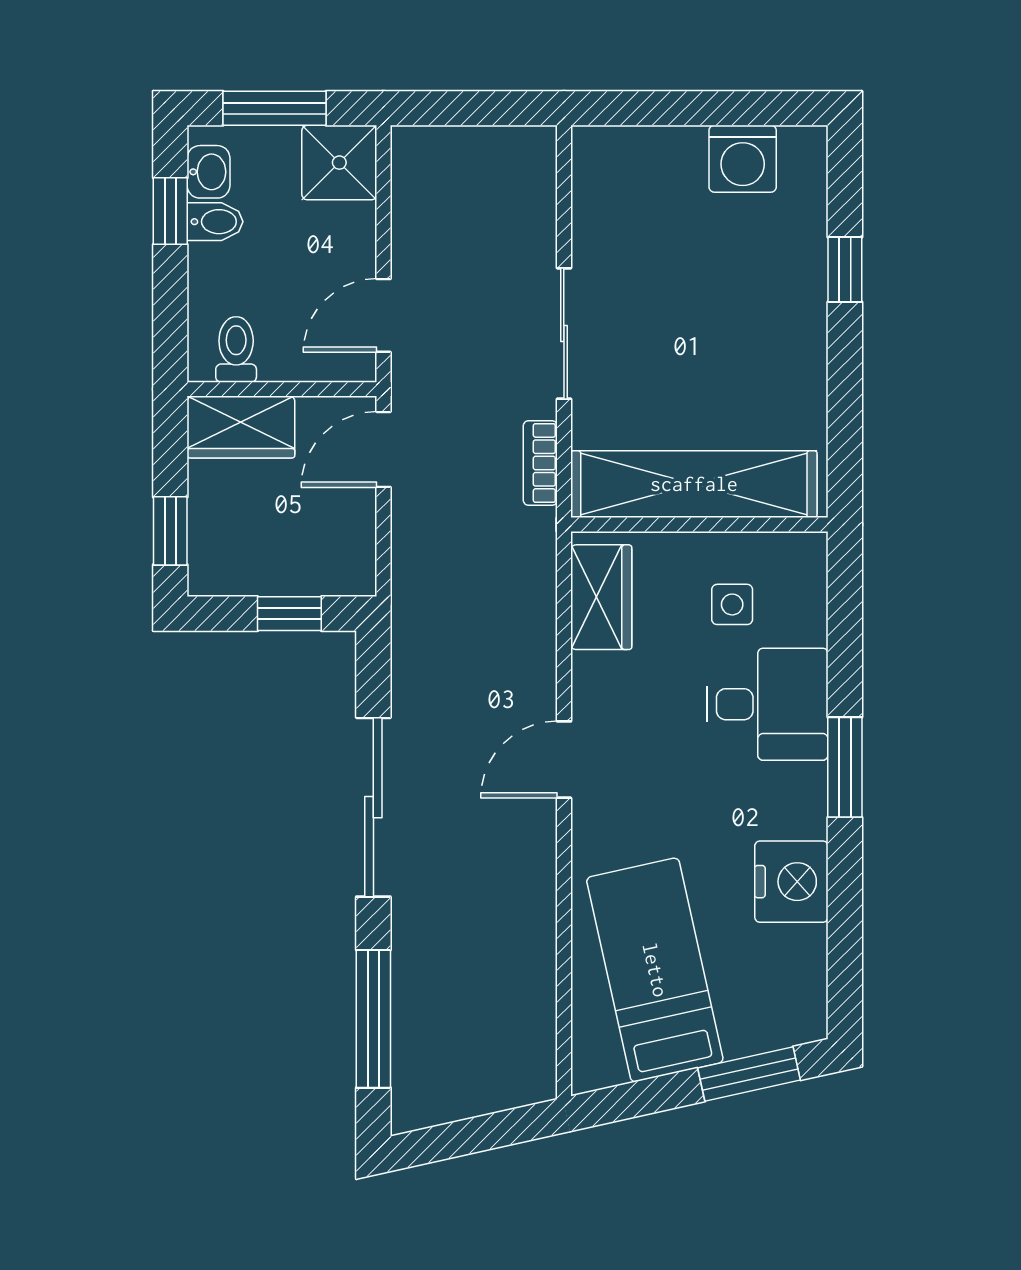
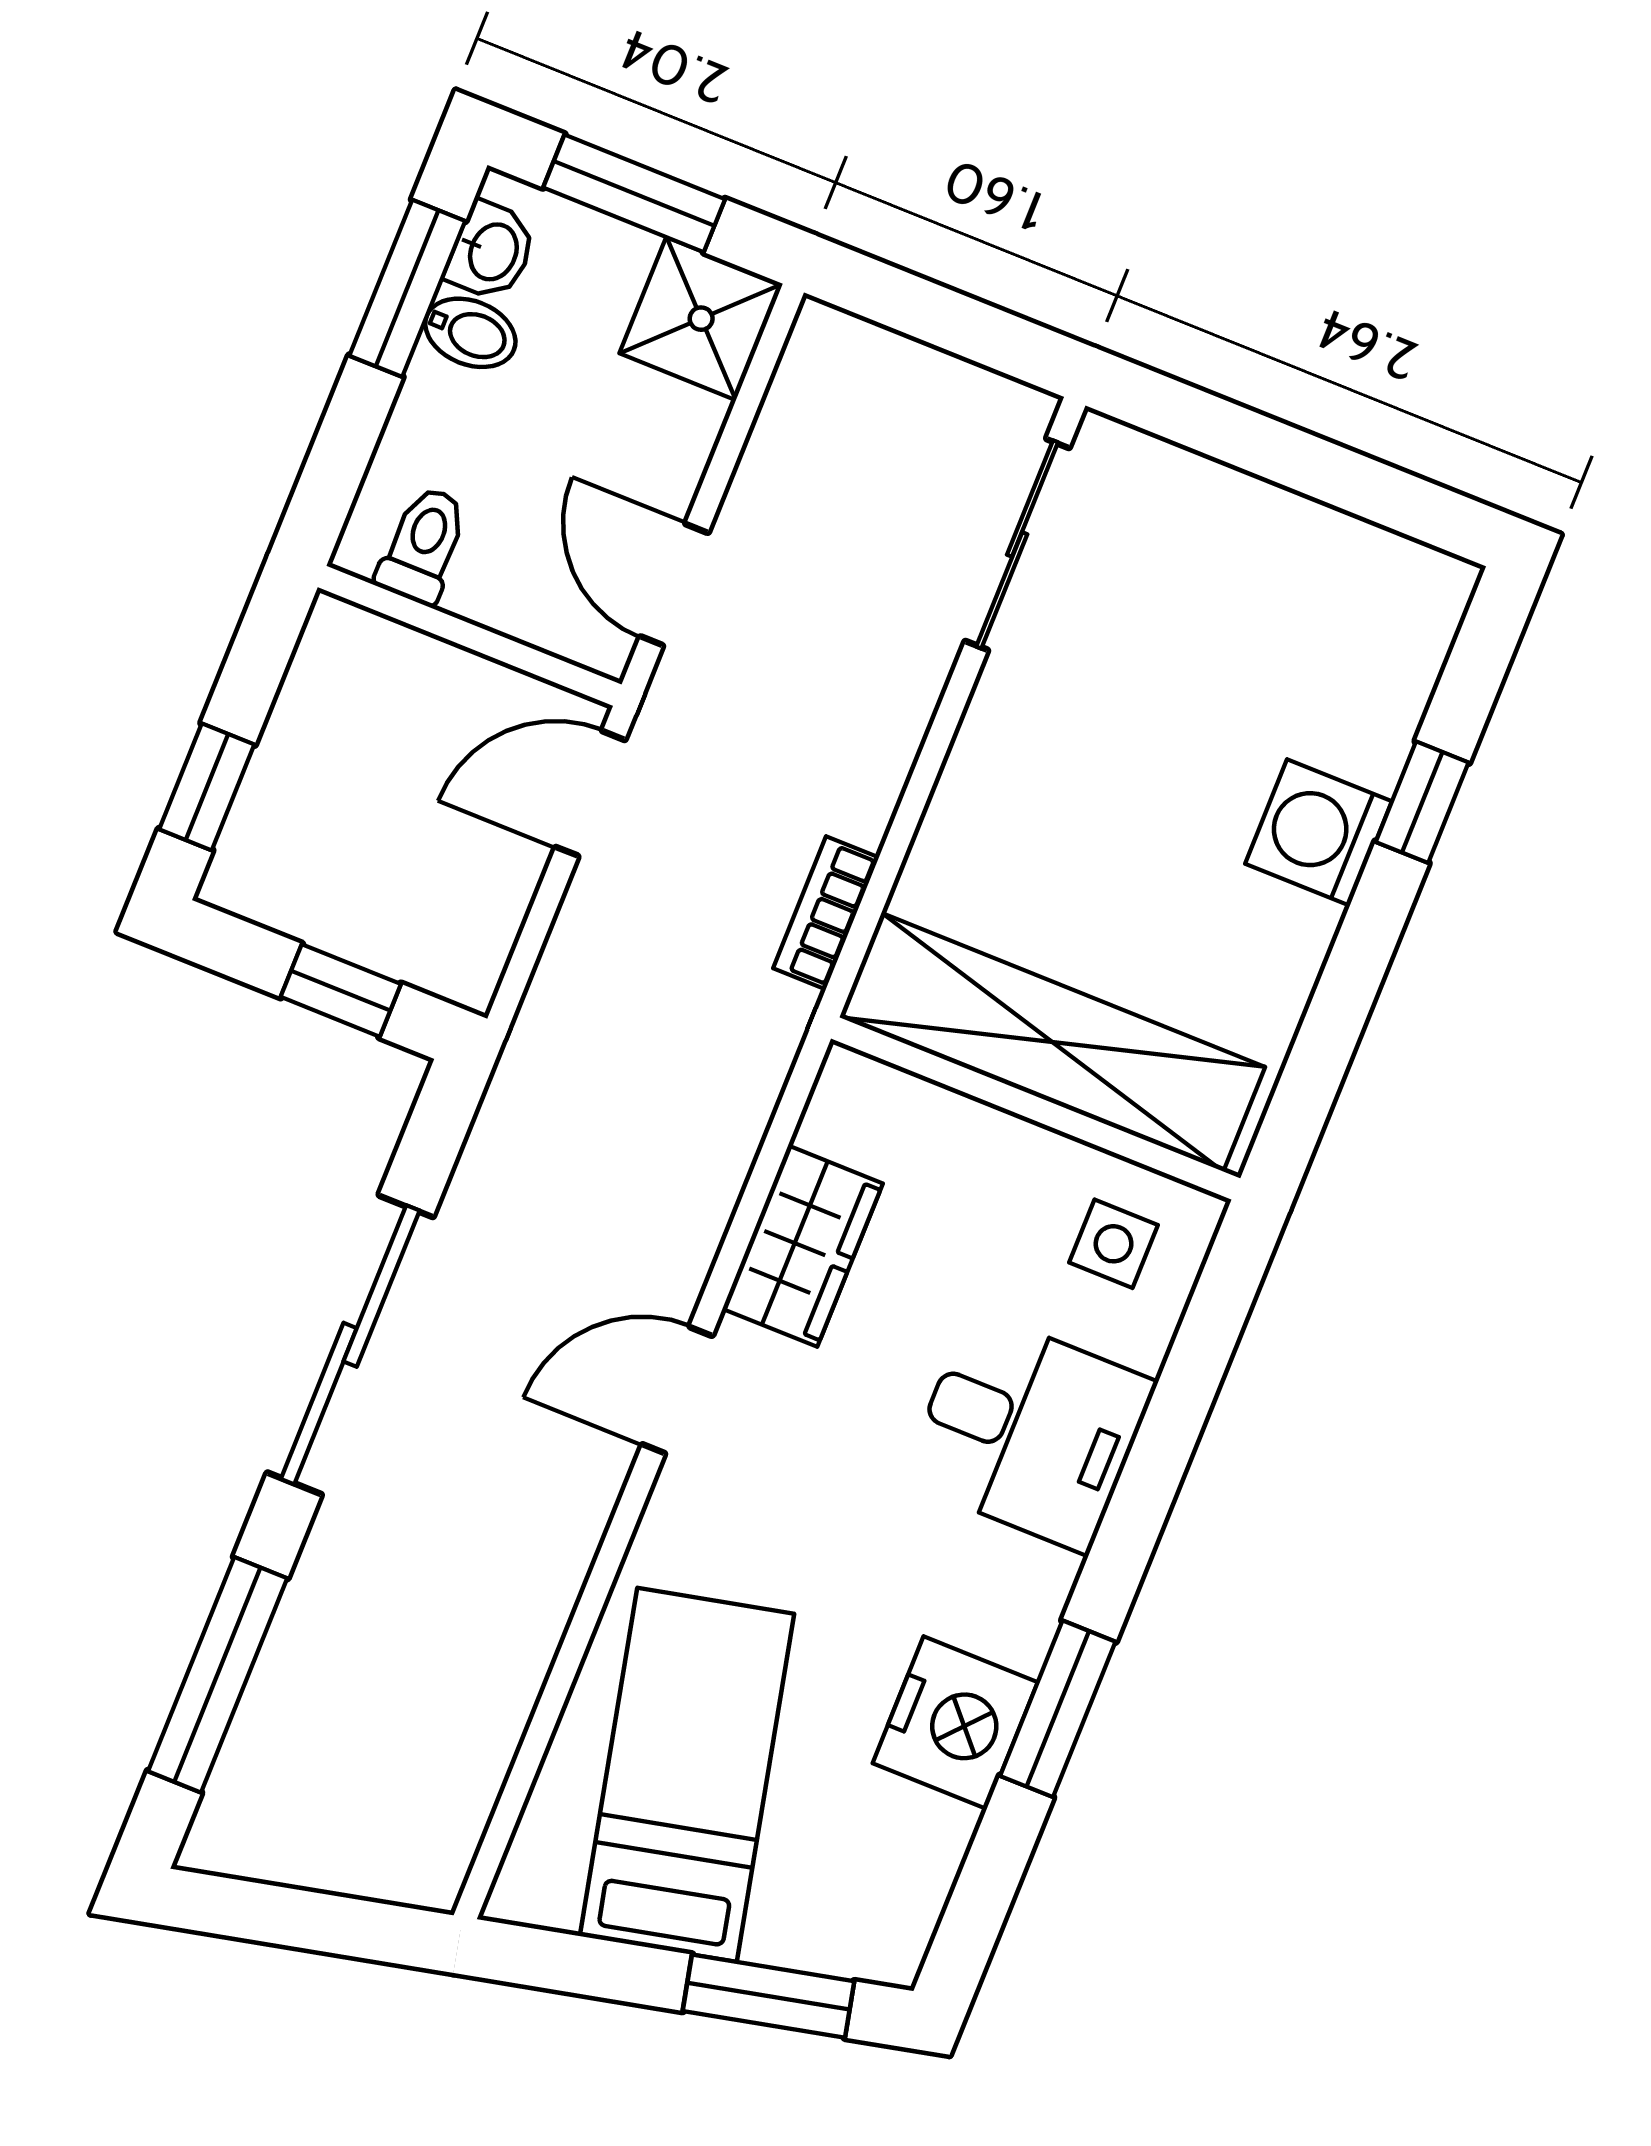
washing machine: (743, 159) -> (1318, 833), moved, turned 90
window: (170, 211) -> (407, 288), width x1.50
door: (383, 315) -> (674, 585), hinge flipped
sliding door: (564, 333) -> (1017, 544), moved
wardrobe: (241, 427) -> (382, 669), removed
wardrobe: (601, 597) -> (802, 1246), moved
side table: (732, 604) -> (1114, 1244), moved
window: (845, 767) -> (1058, 1709), moved

